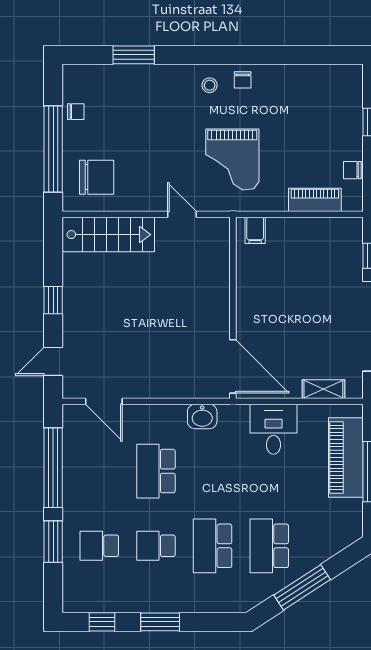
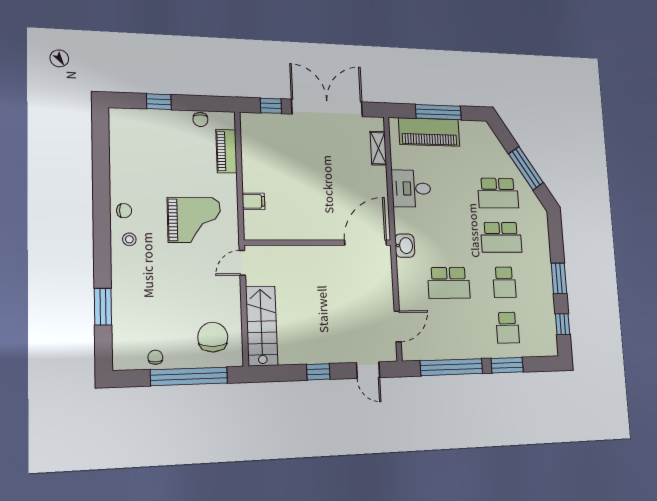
wall: (233, 308) -> (319, 243), moved
door: (233, 366) -> (366, 243), moved

